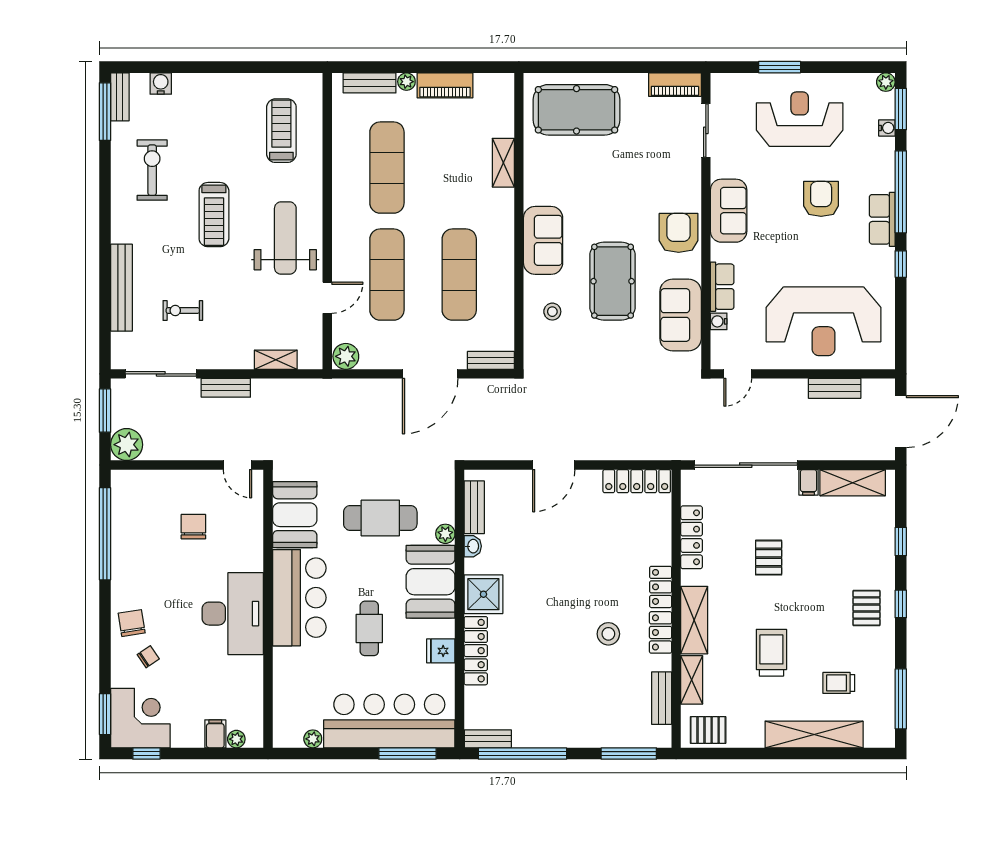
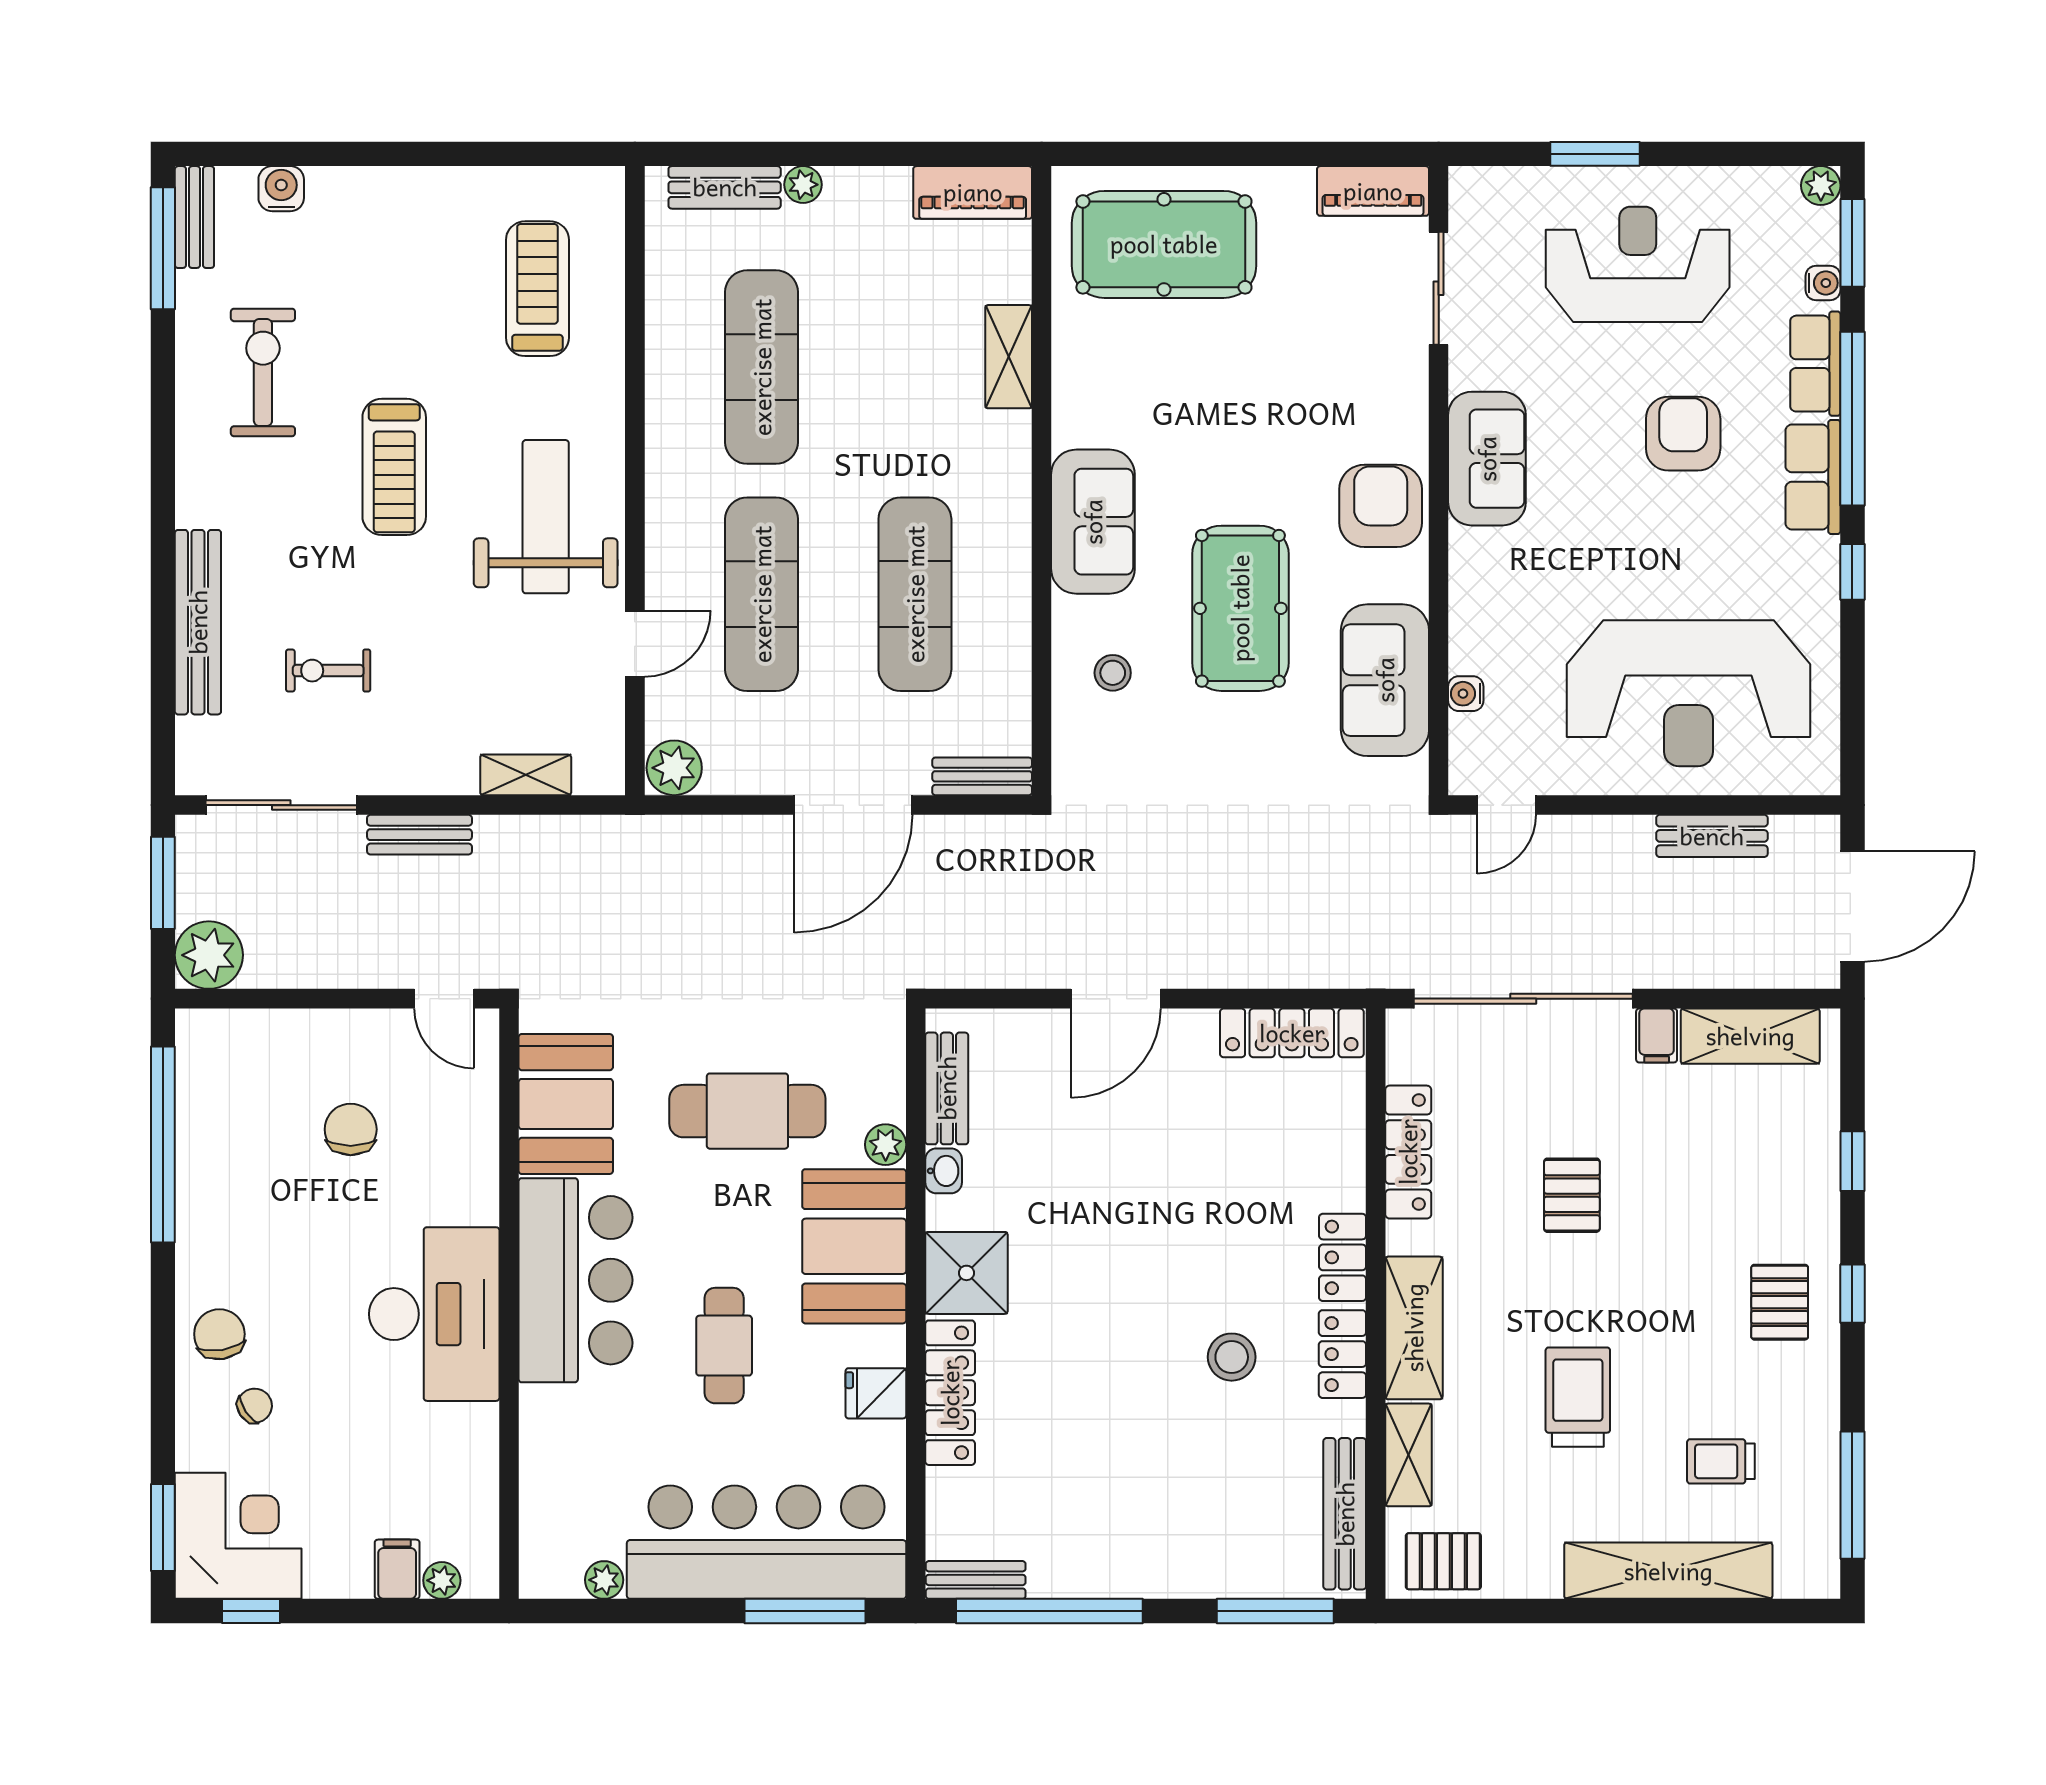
piano: (445, 85) -> (973, 192), moved
row of seats: (722, 287) -> (1815, 364), moved, turned 180
bench: (662, 698) -> (1345, 1514), width x1.36

